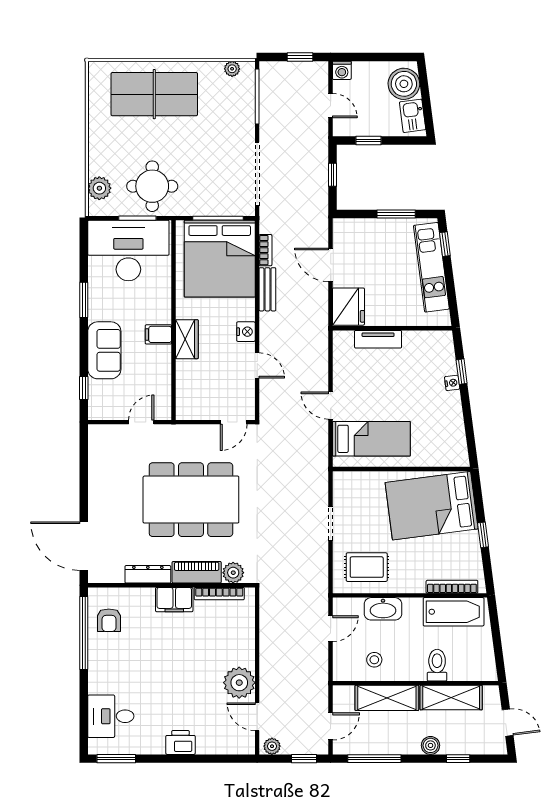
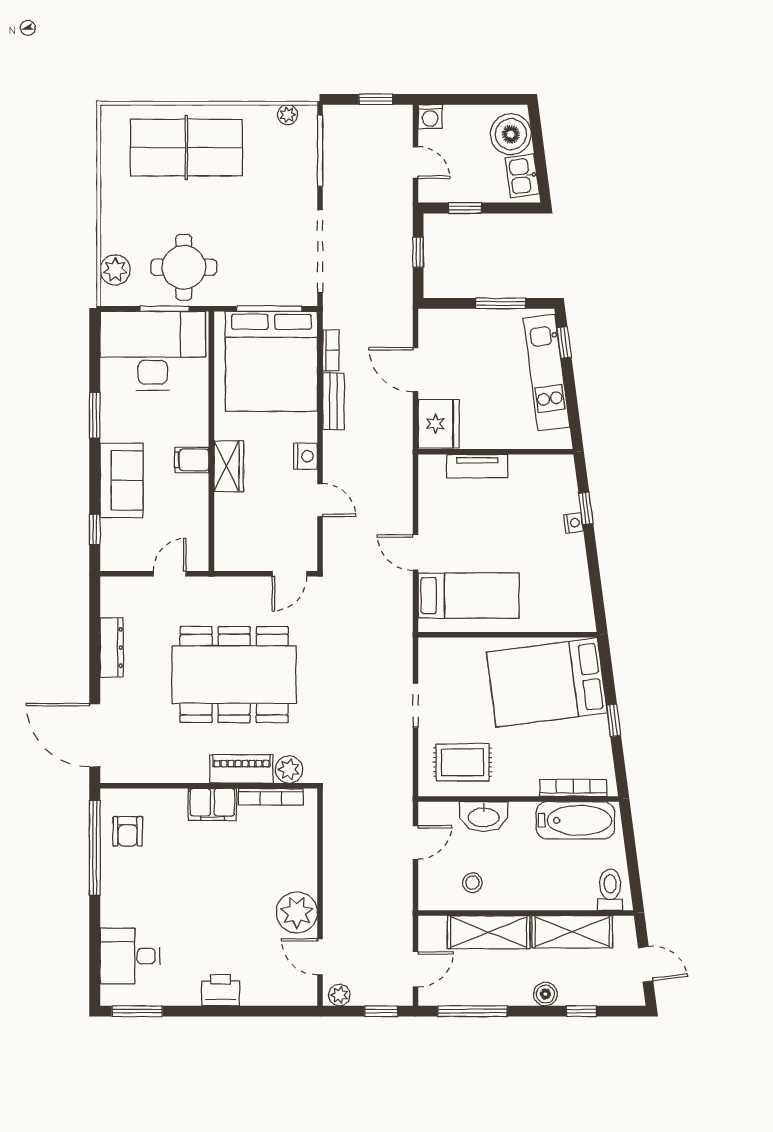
dresser: (148, 574) -> (112, 648), moved, turned 90
toilet: (437, 665) -> (610, 890), moved

